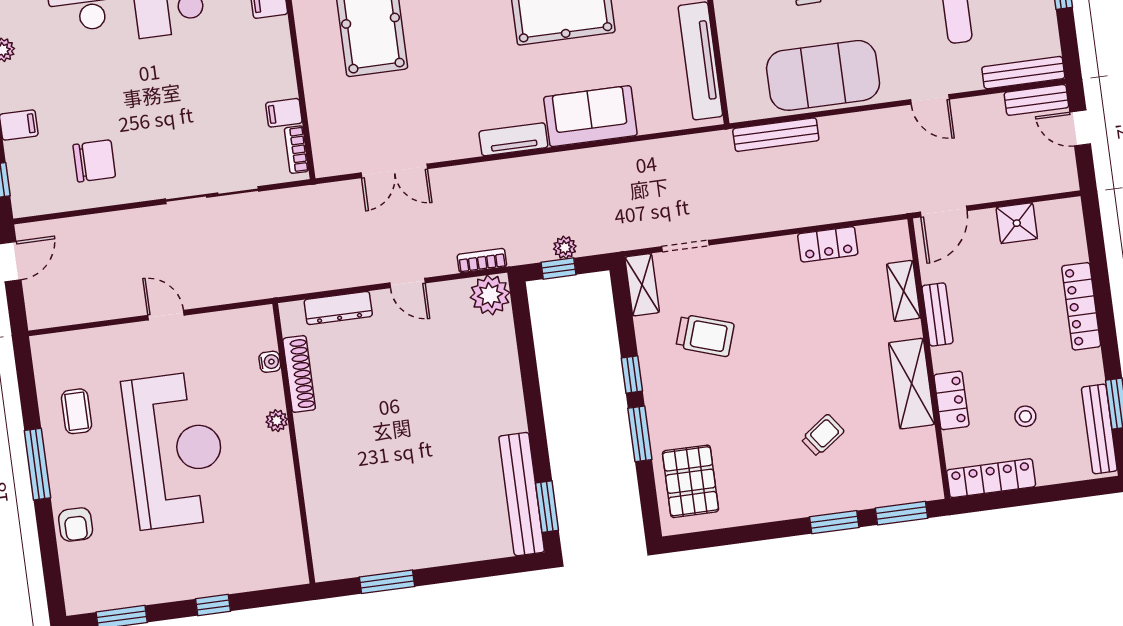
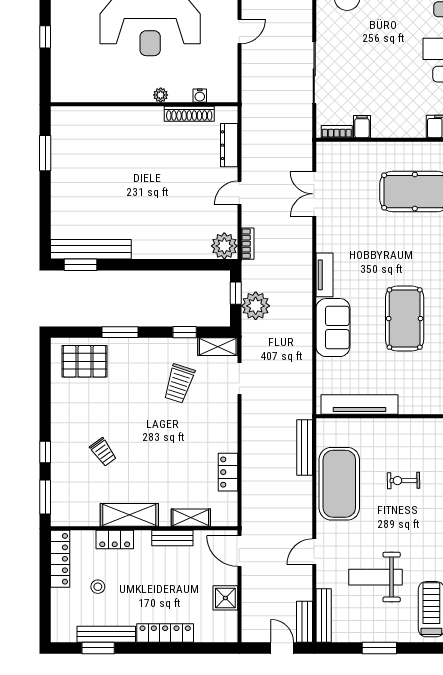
door: (1080, 128) -> (282, 648), hinge flipped
plant: (565, 248) -> (256, 306), width x1.88, depth x1.88
window: (632, 375) -> (185, 332), moved
bench: (1099, 429) -> (106, 634), moved
window: (834, 522) -> (45, 452), width x0.67

